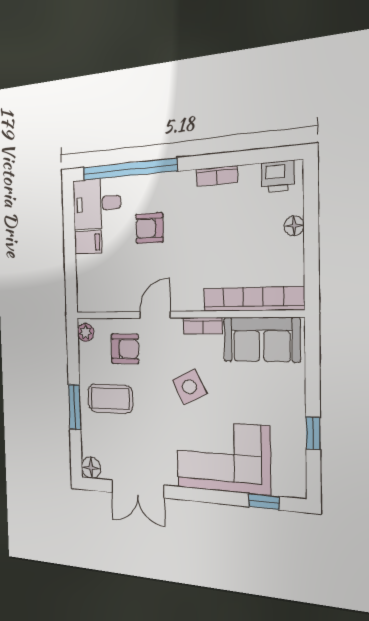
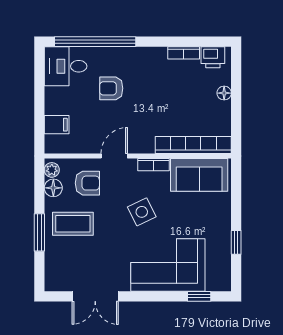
bookcase: (217, 176) -> (184, 53), moved
filing cabinet: (88, 242) -> (57, 125), moved
floor lamp: (91, 468) -> (53, 188), moved

